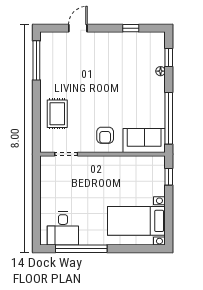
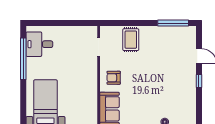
window: (131, 28) -> (199, 81), moved
rug: (57, 114) -> (131, 40), turned 90

